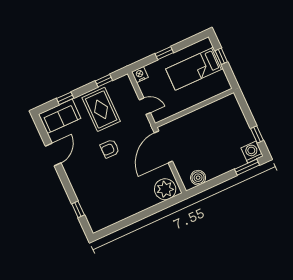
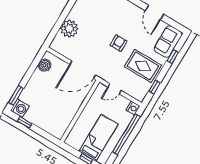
window: (164, 53) -> (126, 134), width x3.17
door: (163, 147) -> (83, 70), swing flipped
plant: (165, 189) -> (69, 29), moved

